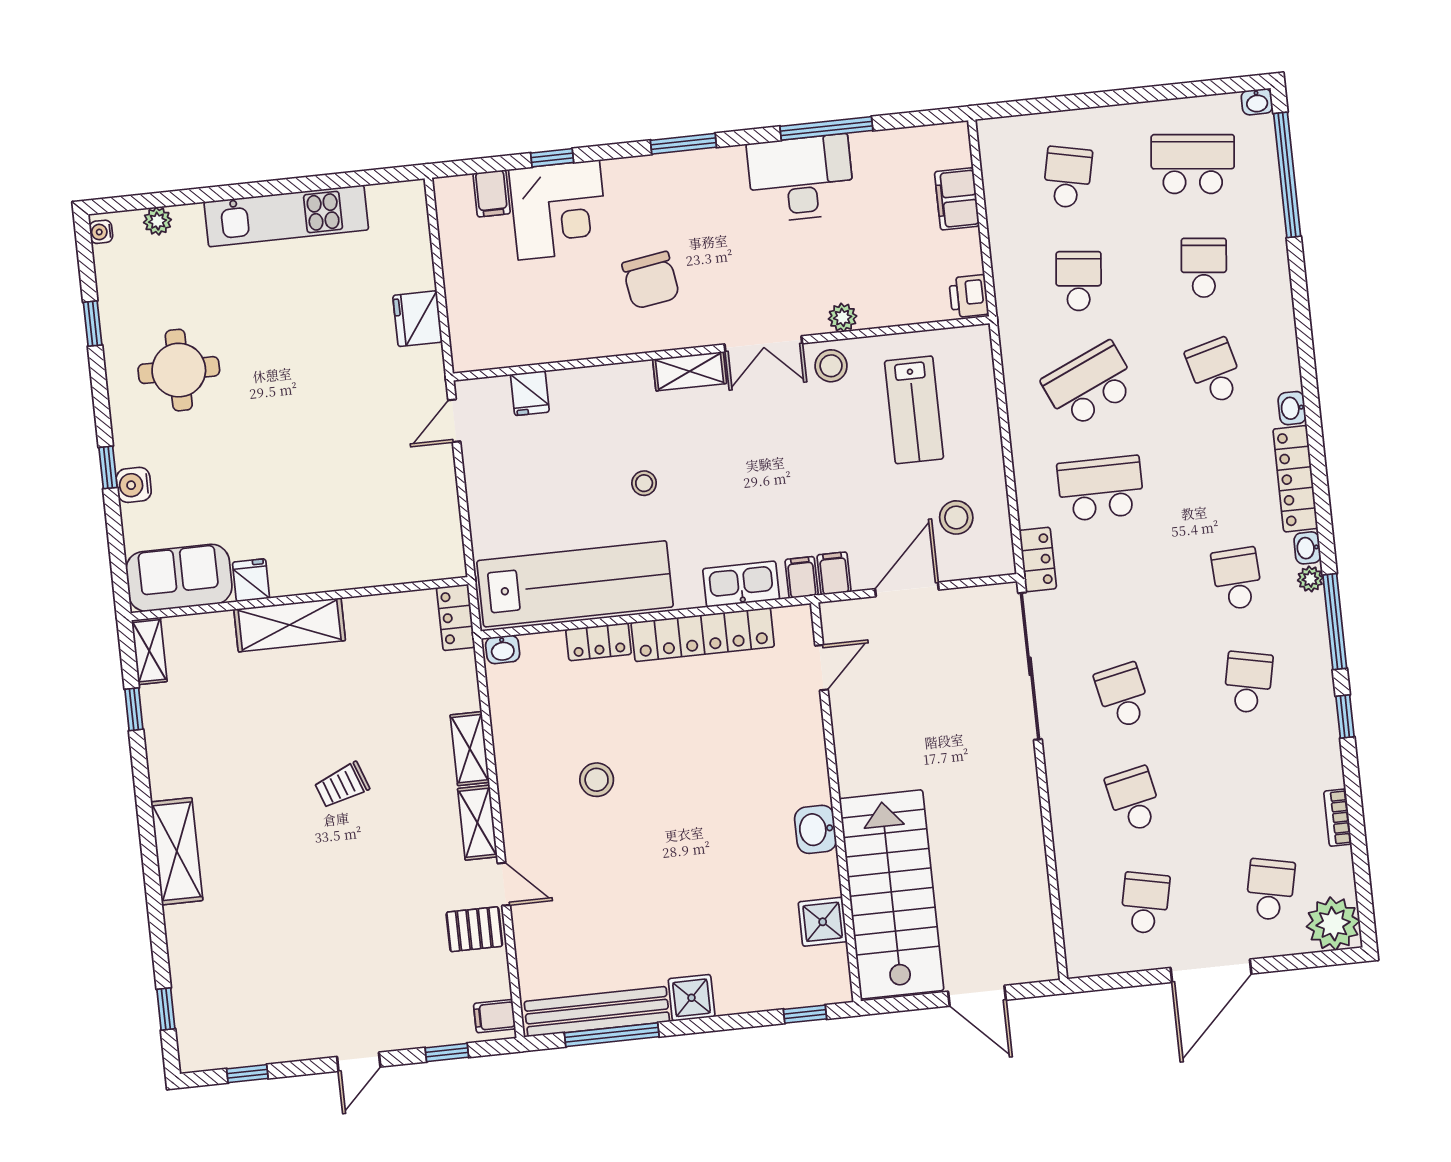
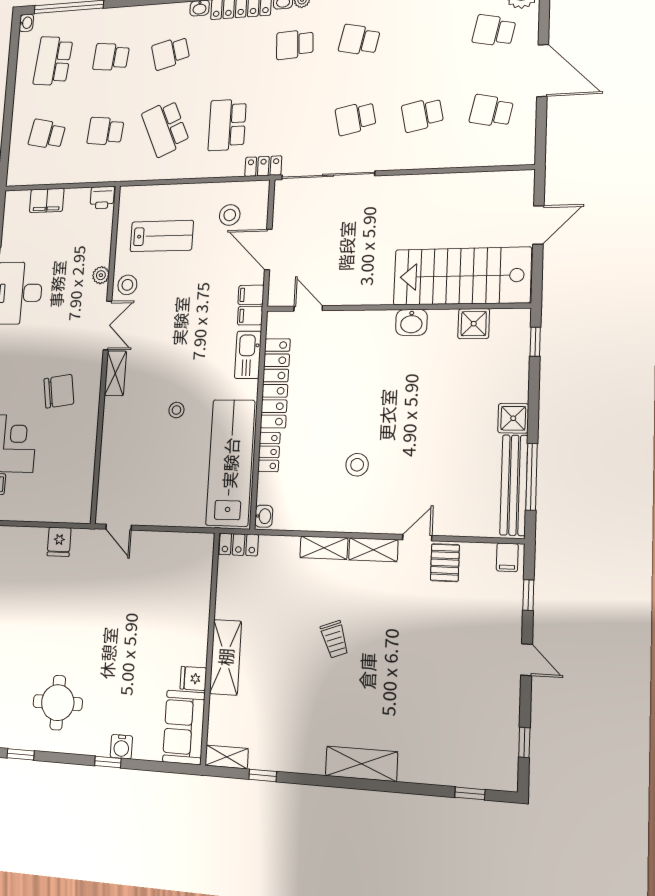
fridge: (418, 319) -> (59, 542), width x0.72
fridge: (530, 393) -> (111, 476), removed

